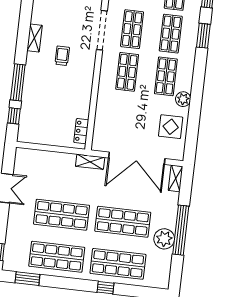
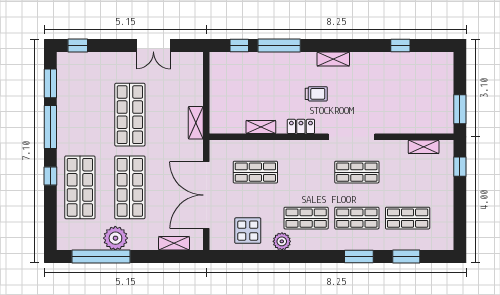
shop shelf: (127, 72) -> (255, 172), moved
shelving: (85, 106) -> (261, 127), added
locker: (81, 131) -> (301, 126), moved
shelving: (90, 162) -> (196, 123), moved
shelving: (176, 178) -> (174, 243), moved
window: (181, 230) -> (101, 257), moved
shop shelf: (57, 257) -> (80, 115), removed
window: (64, 283) -> (50, 127), added

